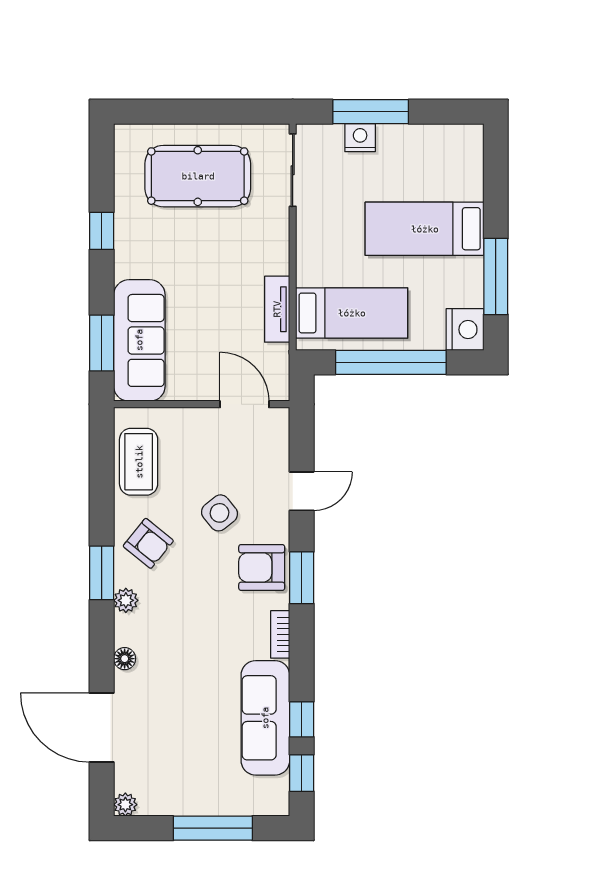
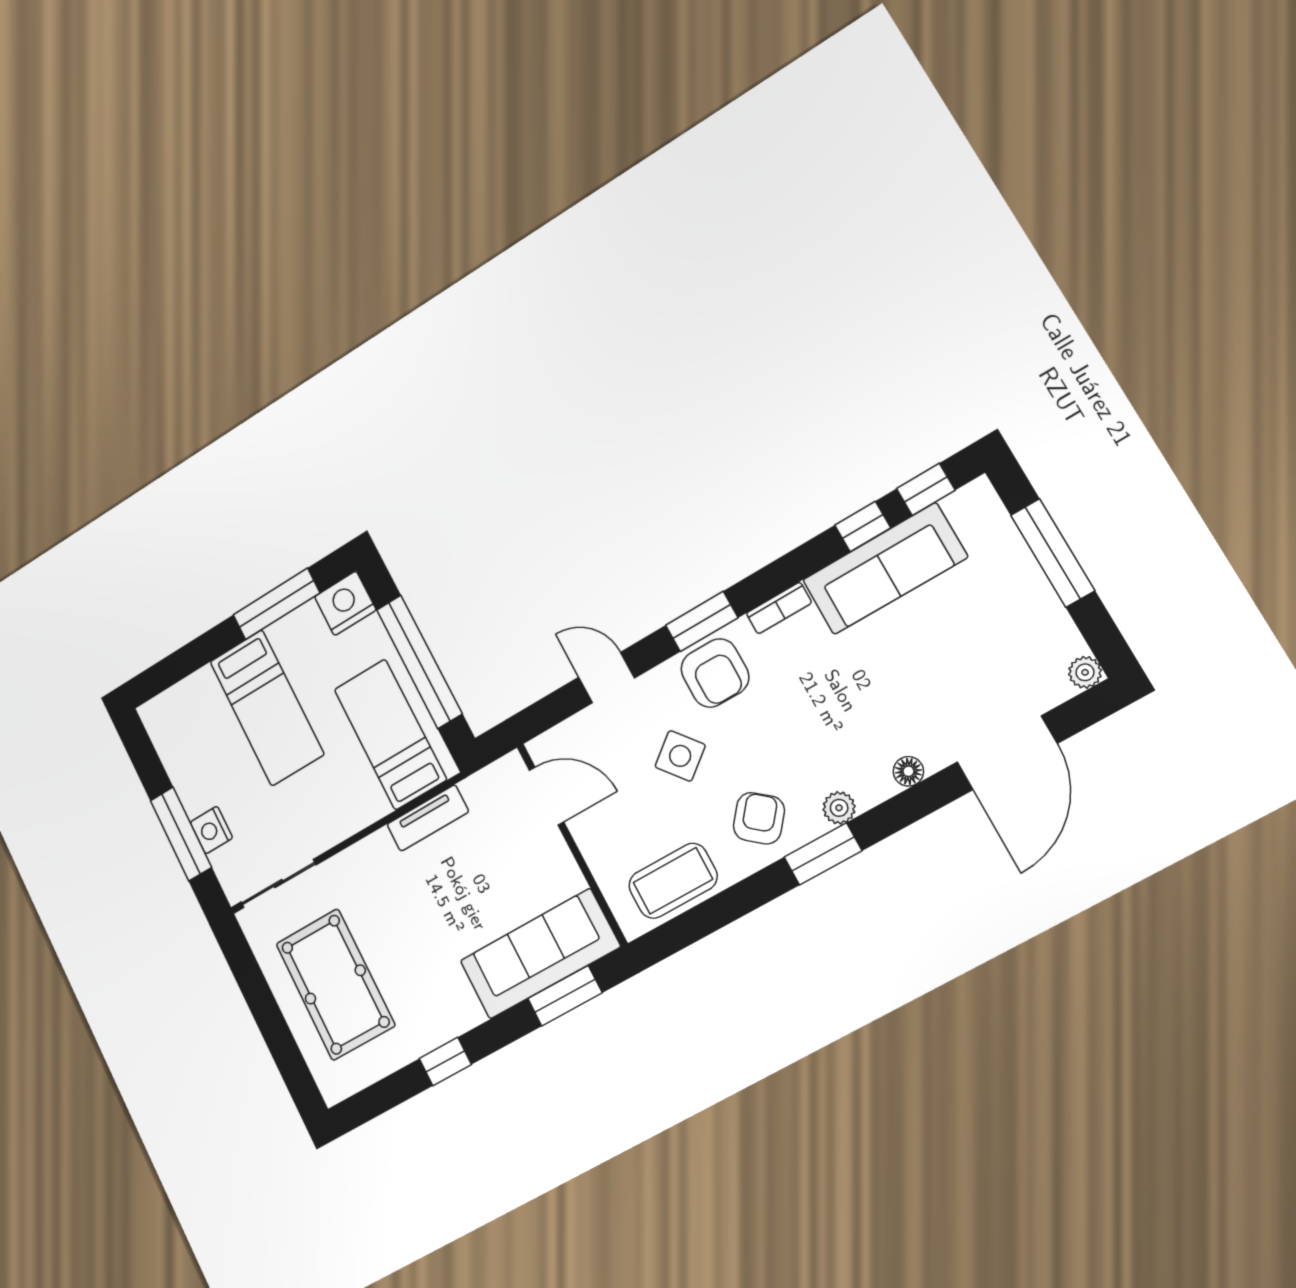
door: (245, 404) -> (546, 796), swing flipped

